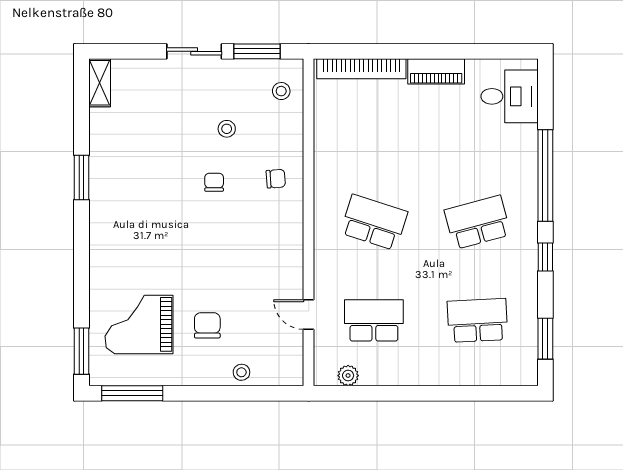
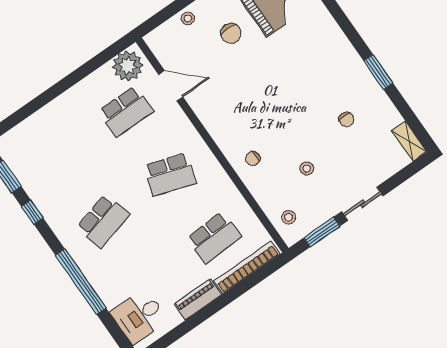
chair: (214, 182) -> (346, 120), moved
window: (545, 257) -> (32, 212), moved
door: (309, 315) -> (171, 86), width x1.38
school desk: (478, 320) -> (214, 237), moved
plant: (348, 376) -> (128, 66), width x1.87, depth x1.87

